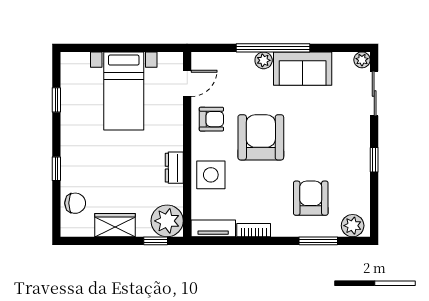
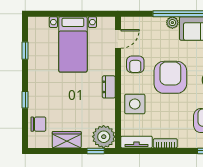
armchair: (211, 119) -> (135, 64), turned 90
dresser: (174, 168) -> (109, 87), moved

